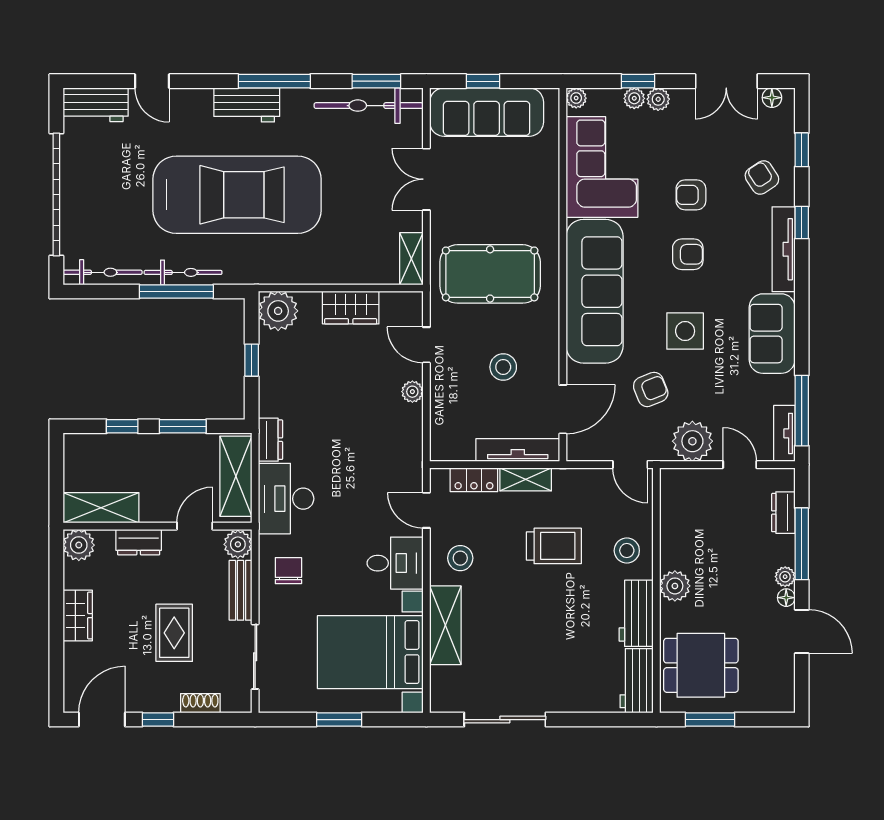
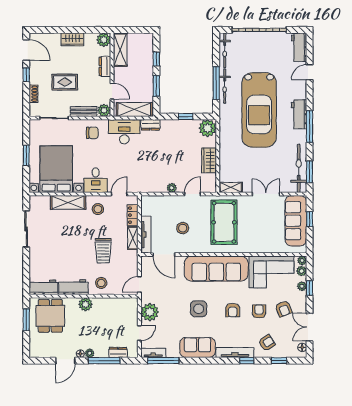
plant: (658, 99) -> (301, 271), moved
armchair: (651, 389) -> (284, 309), moved

